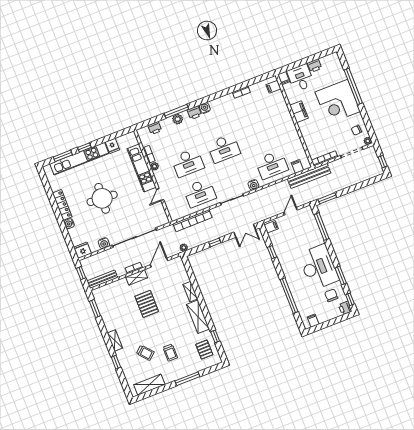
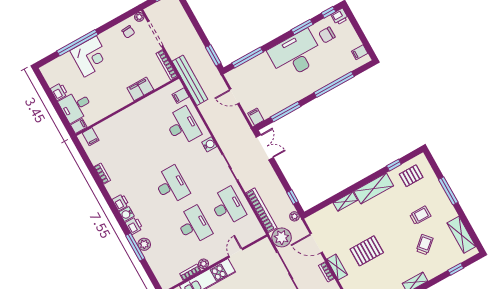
corner desk: (338, 102) -> (90, 56), width x0.74, depth x0.74
filing cabinet: (299, 112) -> (140, 89), moved
printer: (155, 128) -> (121, 202), moved
door: (160, 195) -> (236, 253), swing flipped
plant: (168, 234) -> (282, 237), added
window: (215, 242) -> (292, 197), moved
window: (272, 252) -> (286, 112), width x2.17
window: (116, 362) -> (456, 269), moved

